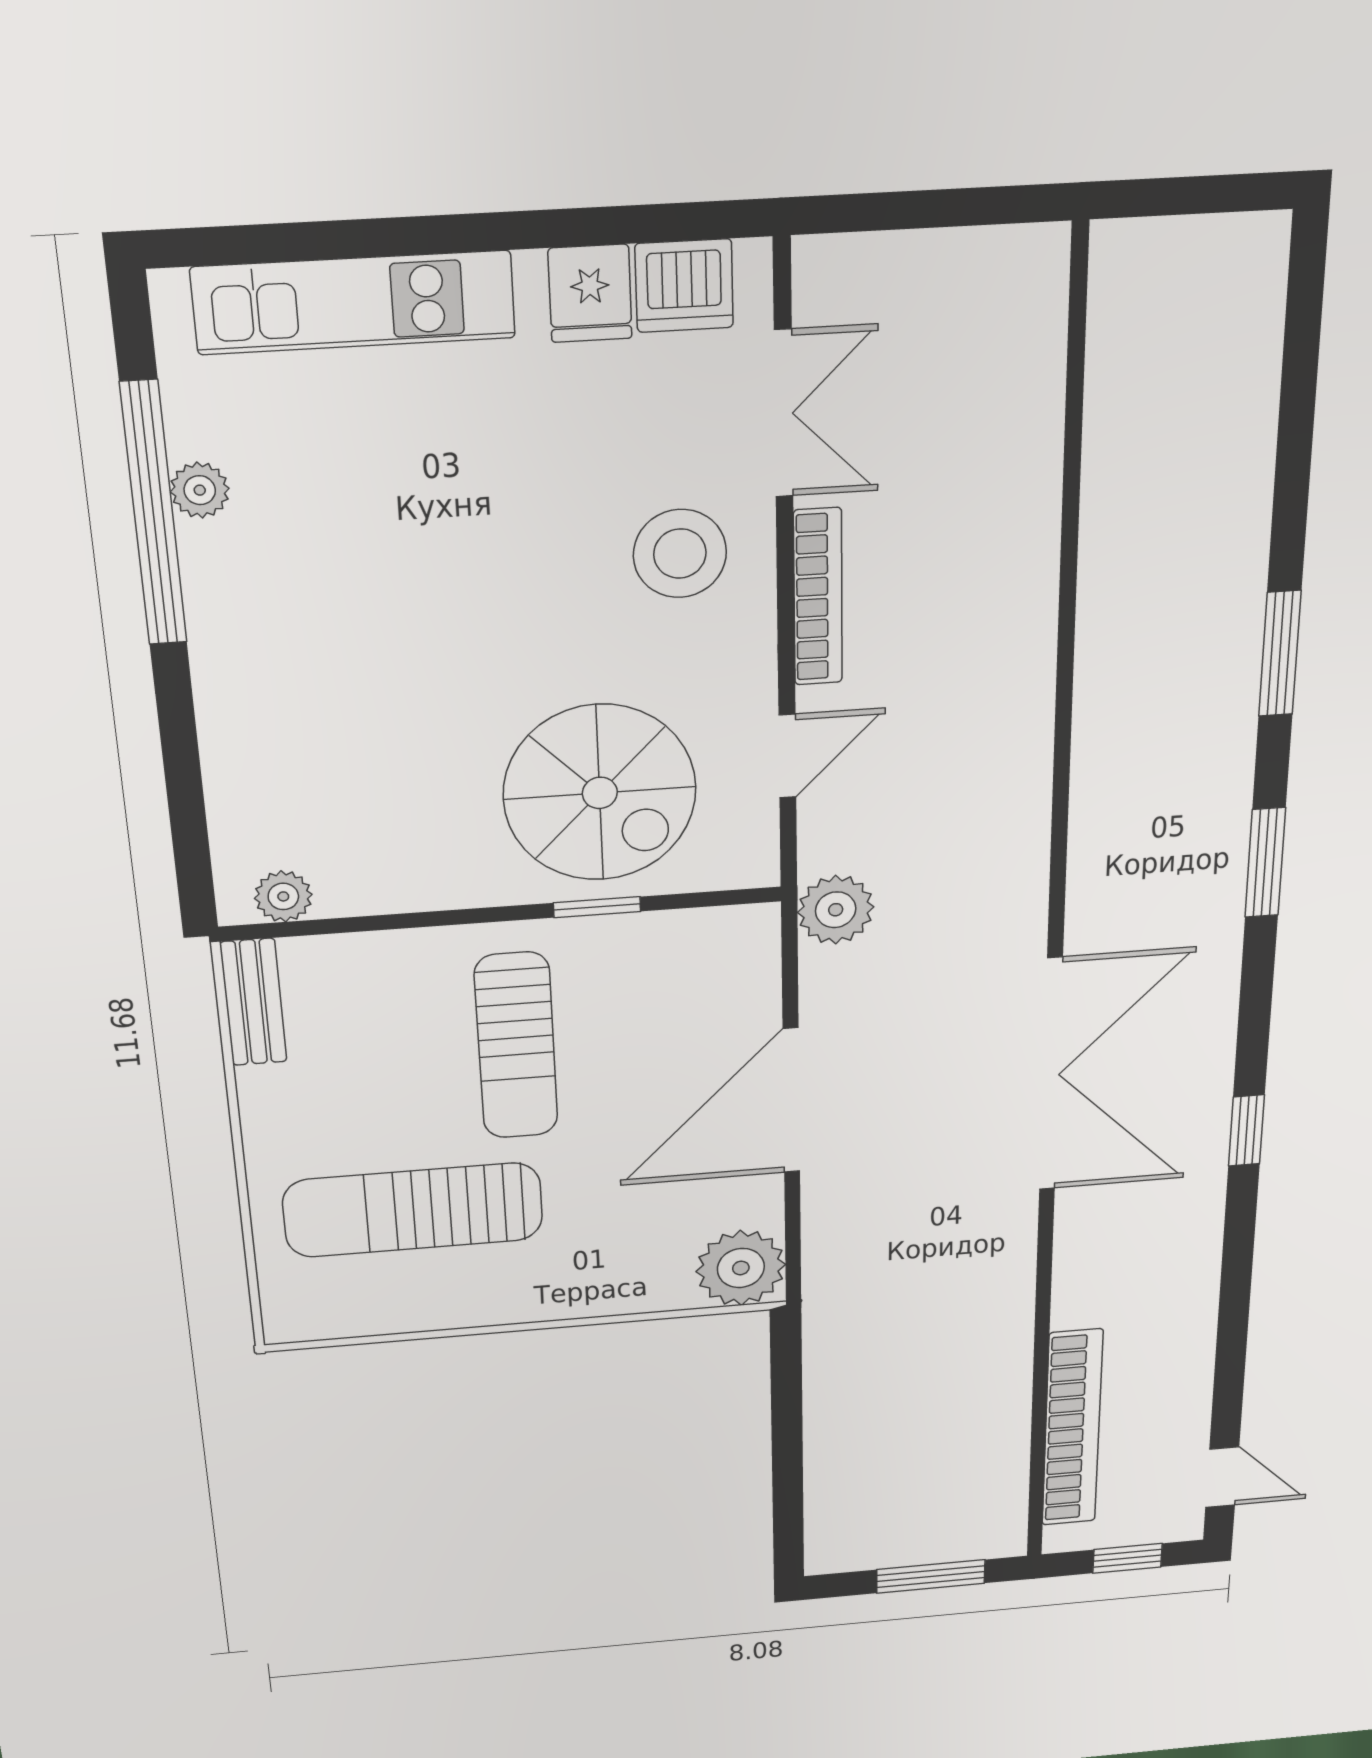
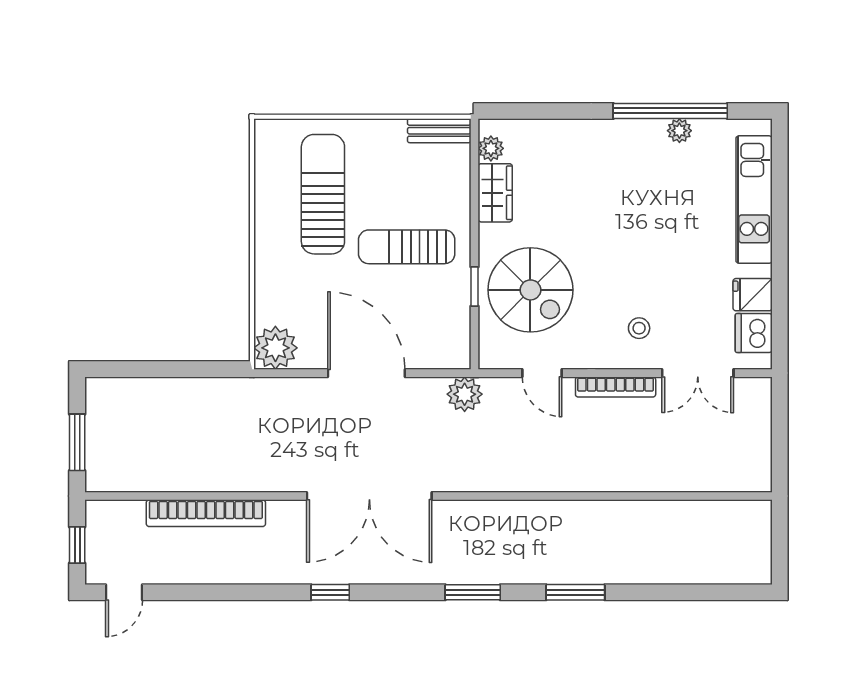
stool: (680, 554) -> (639, 328), width x0.53, depth x0.53
spiral stairs: (600, 793) -> (530, 290), turned -90
wardrobe: (384, 881) -> (495, 193), added
bookcase: (1072, 1428) -> (206, 513), moved

